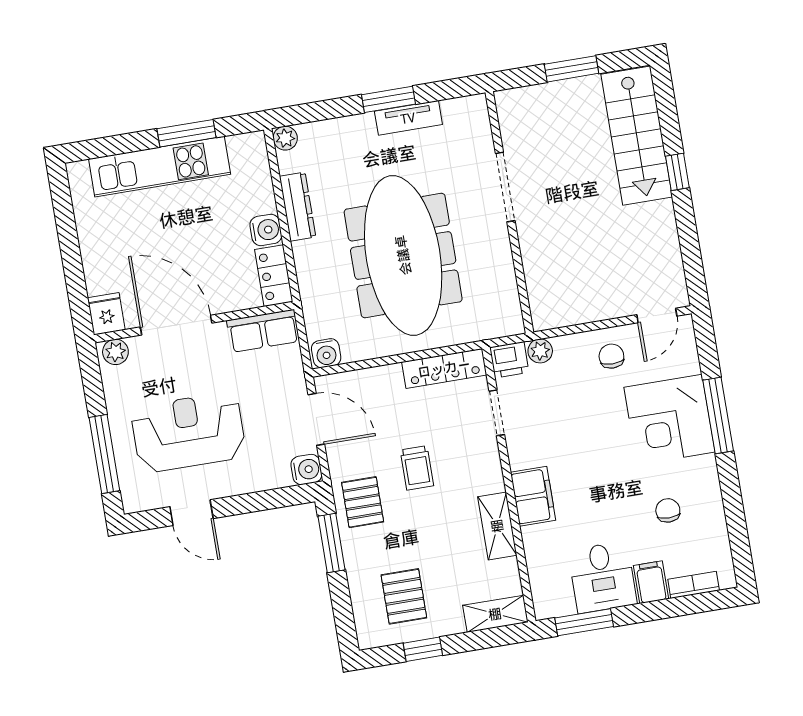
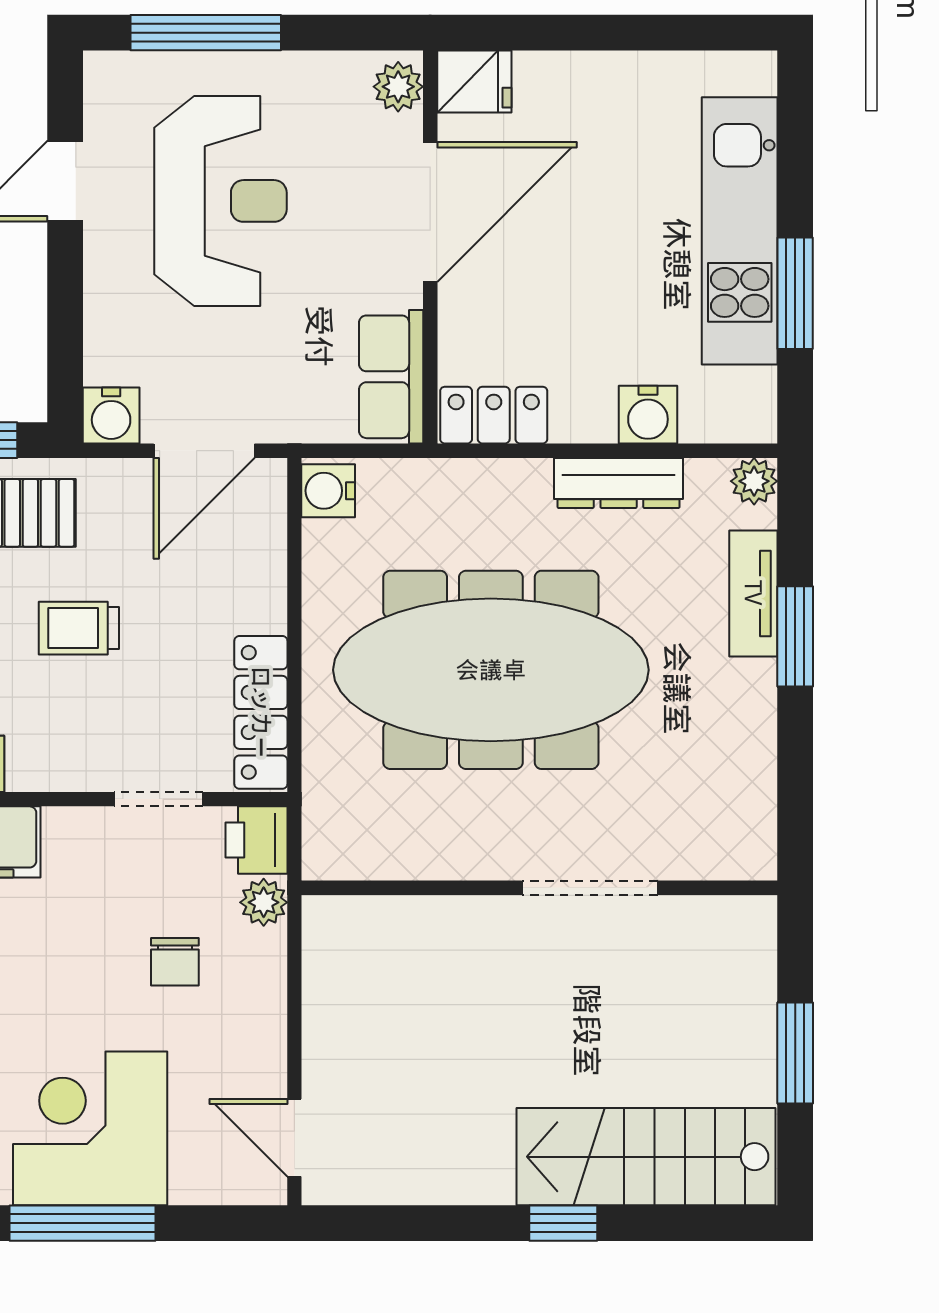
window: (388, 99) -> (795, 636), moved
tv unit: (408, 118) -> (753, 593), moved
water cooler: (266, 230) -> (648, 415), moved
chair: (611, 356) -> (175, 962), moved, turned 90

